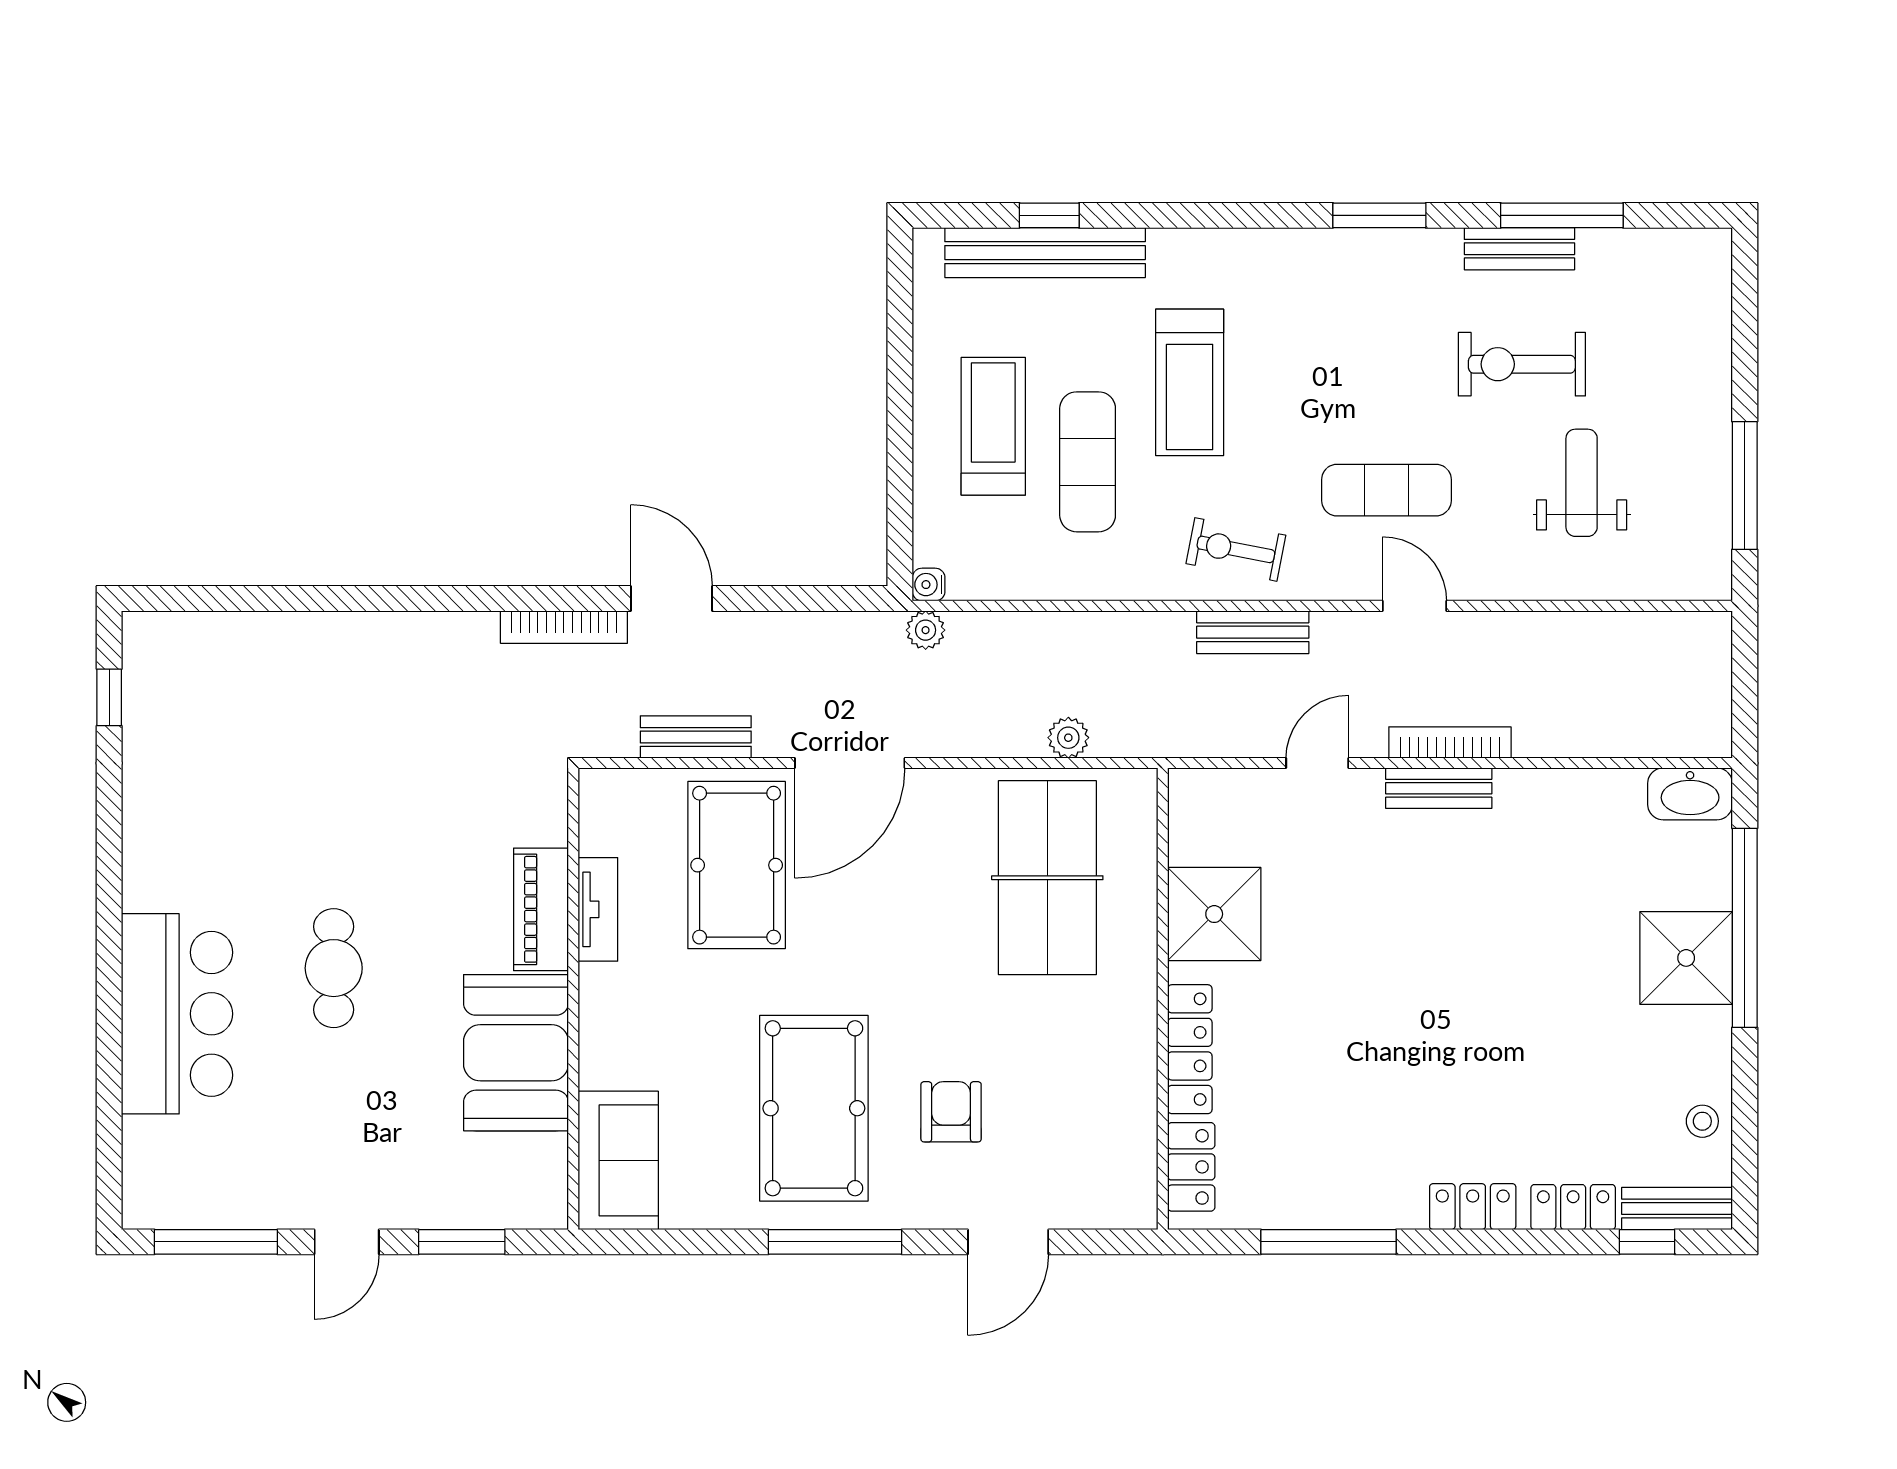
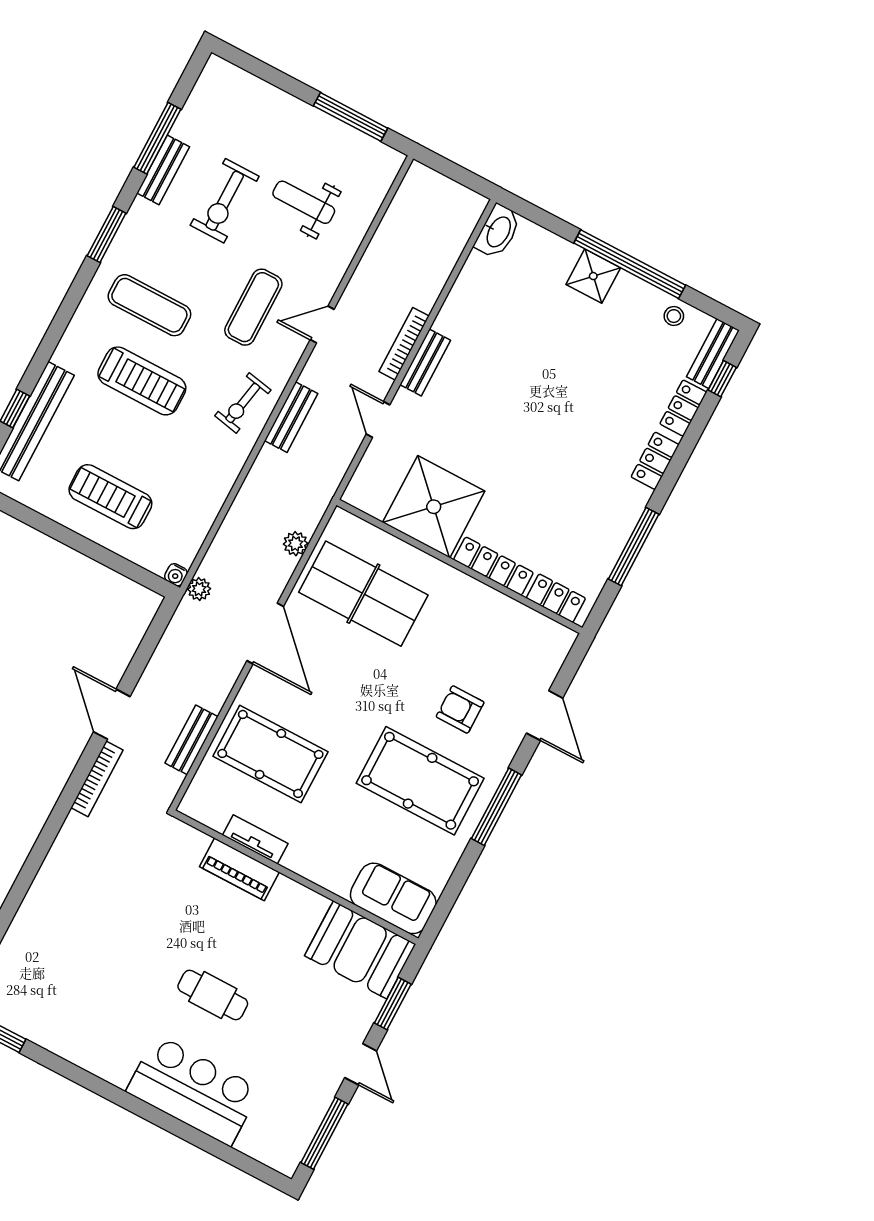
exercise mat: (1088, 462) -> (149, 305), moved
door: (671, 599) -> (112, 714), hinge flipped
door: (850, 763) -> (265, 634), moved
shower: (1214, 914) -> (434, 507), width x1.37, depth x1.37
window: (1745, 928) -> (630, 264), moved
shower: (1686, 958) -> (593, 276), width x0.73, depth x0.73
booth: (516, 1053) -> (360, 950), moved

